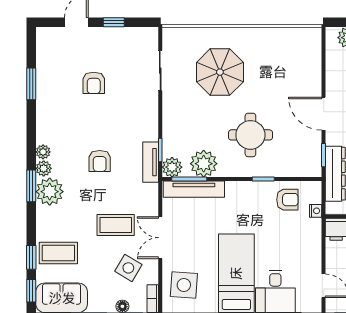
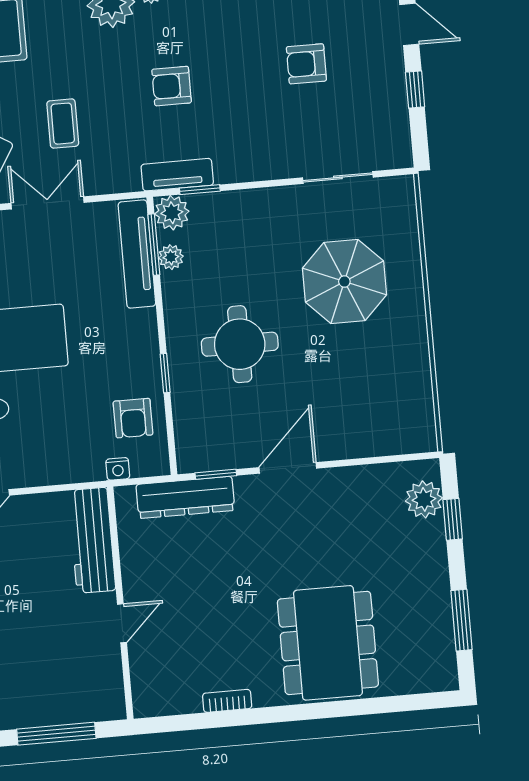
plant: (204, 164) -> (171, 257), width x0.53, depth x0.53
coffee table: (116, 225) -> (63, 124), width x0.73, depth x0.77

